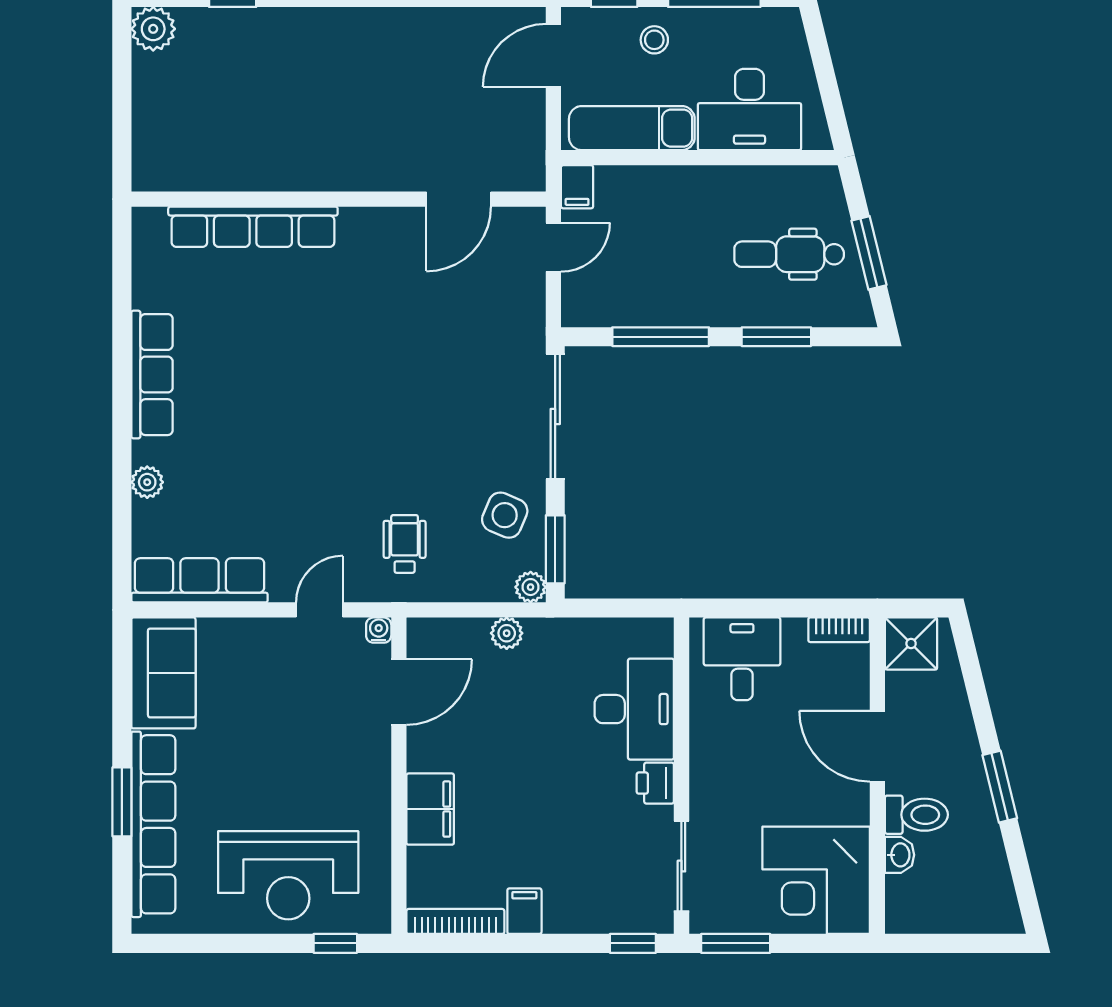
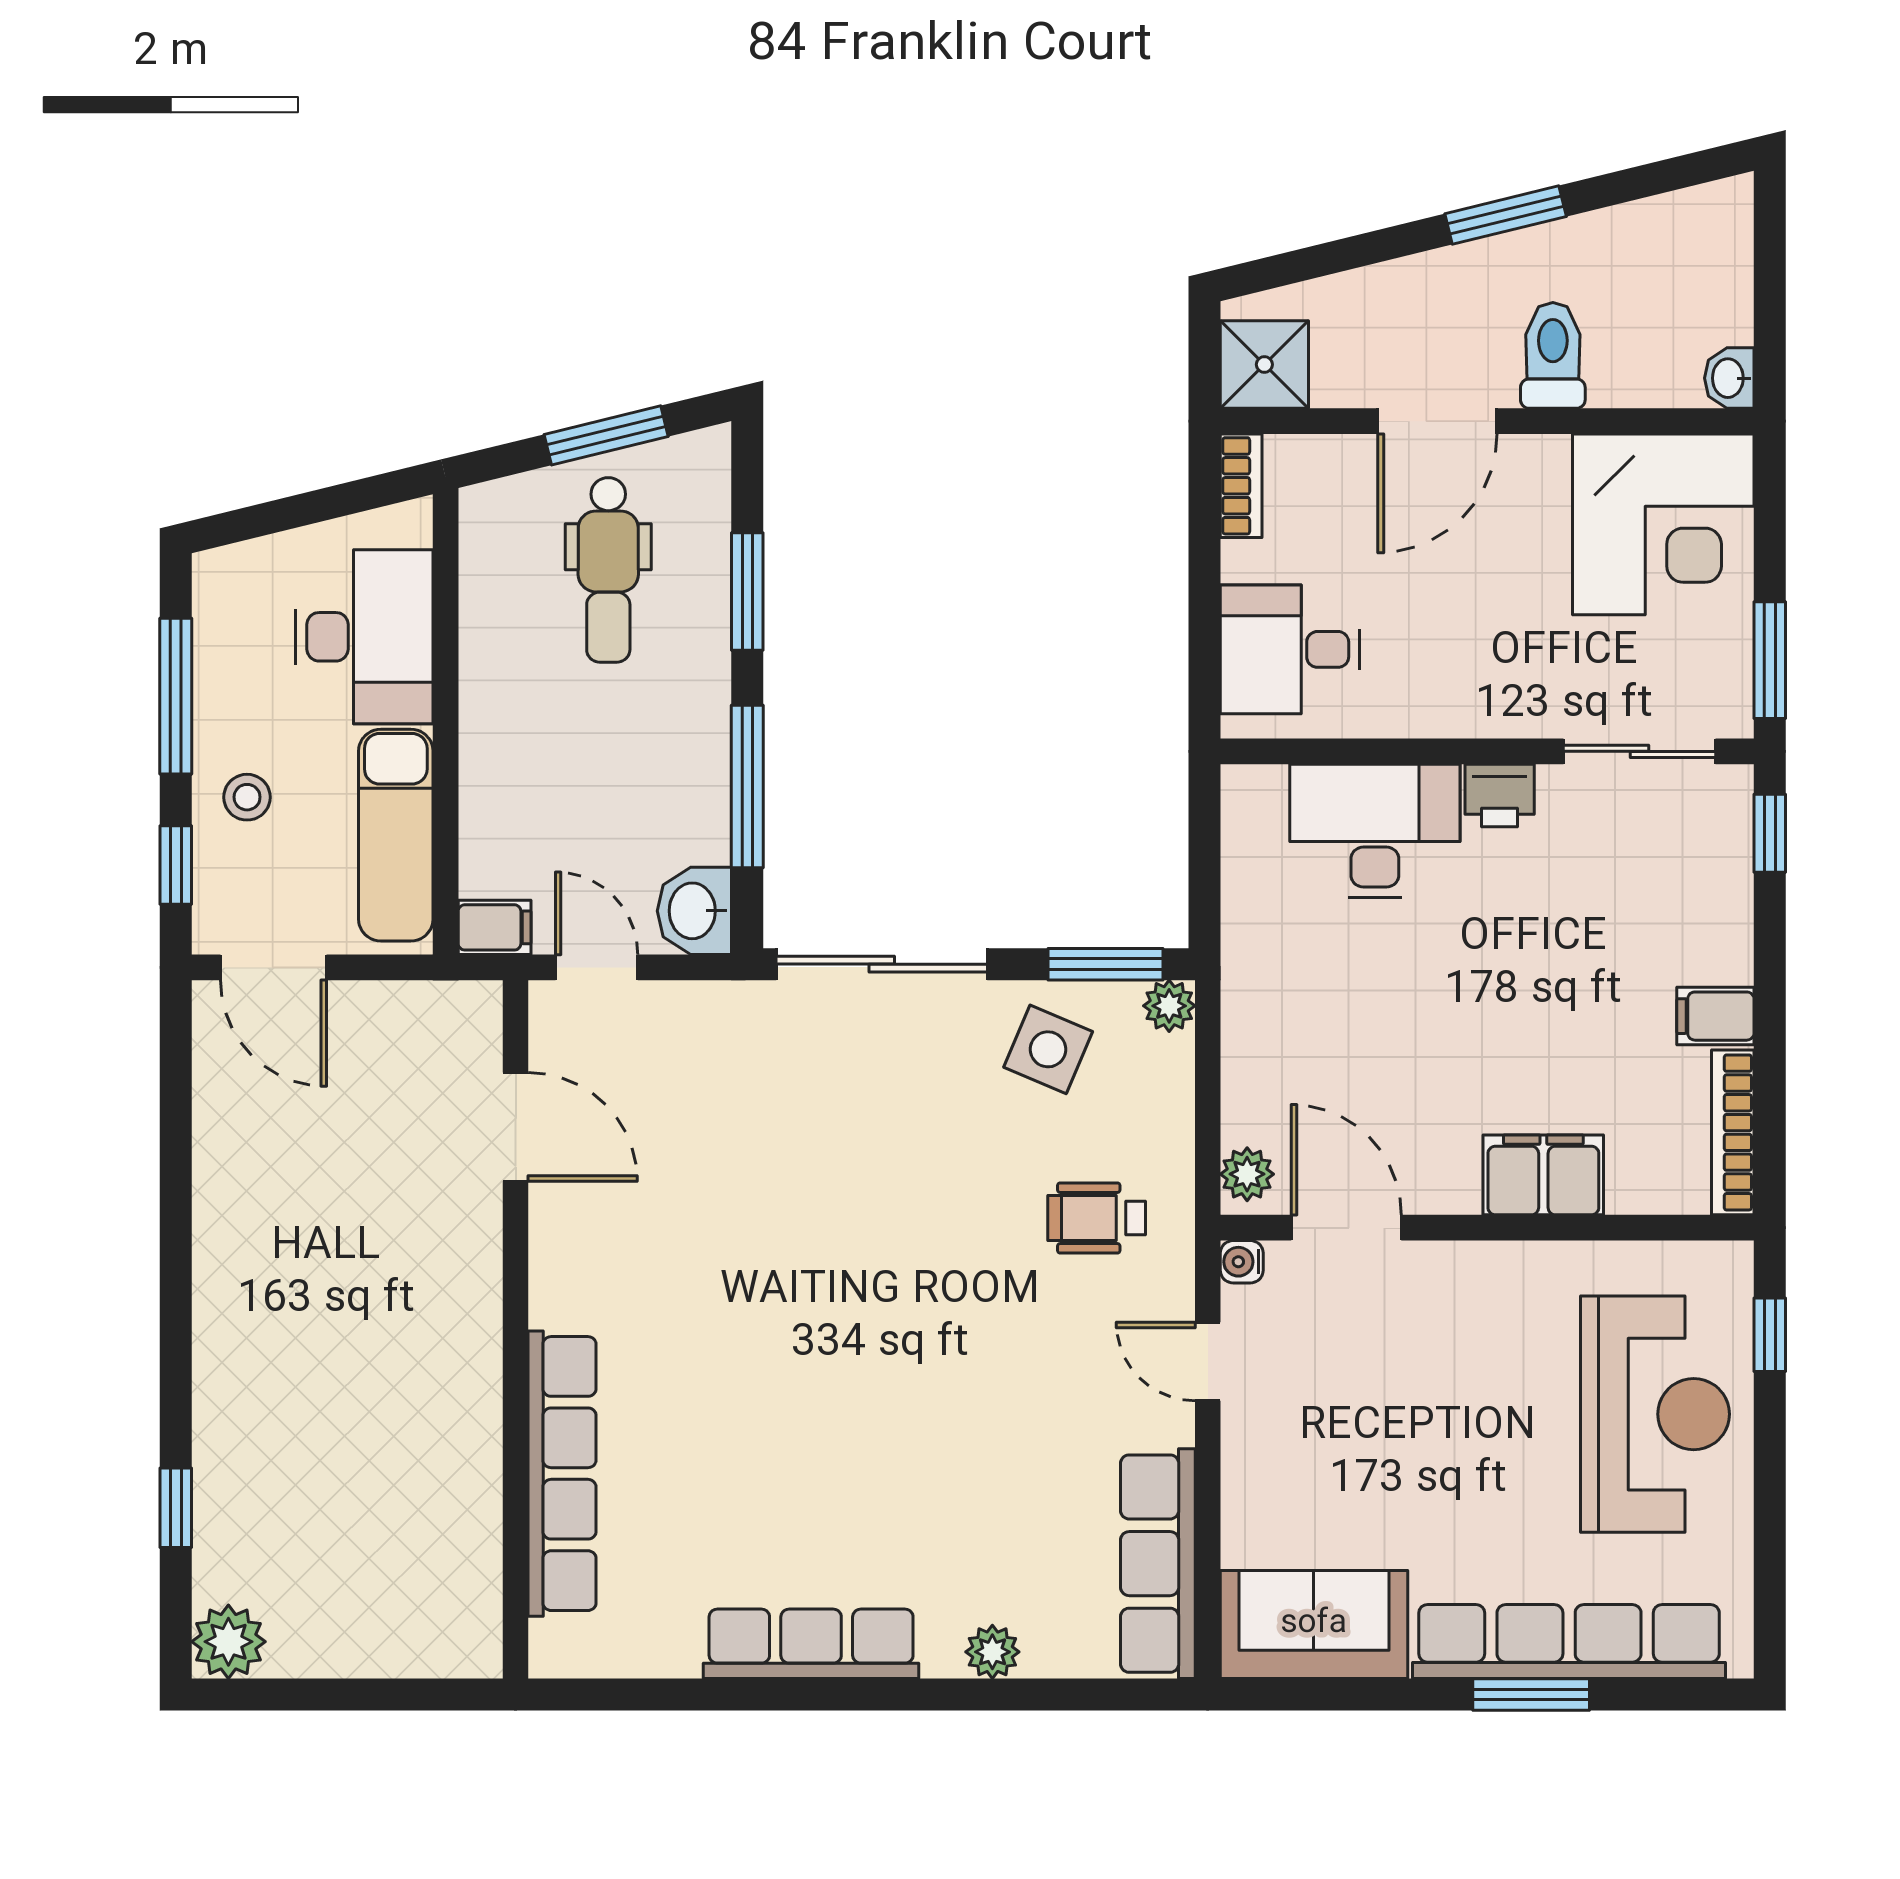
washbasin: (587, 305) -> (694, 911), added
plant: (507, 633) -> (1247, 1174), moved
washbasin: (900, 855) -> (1729, 378), moved, turned -90

